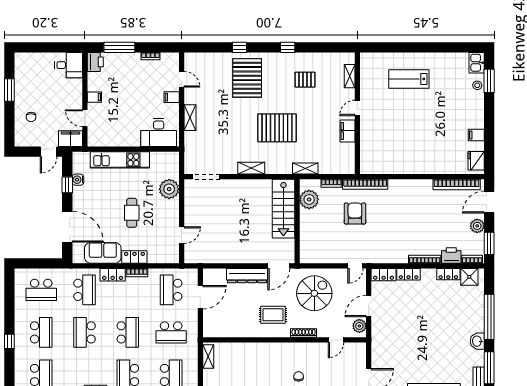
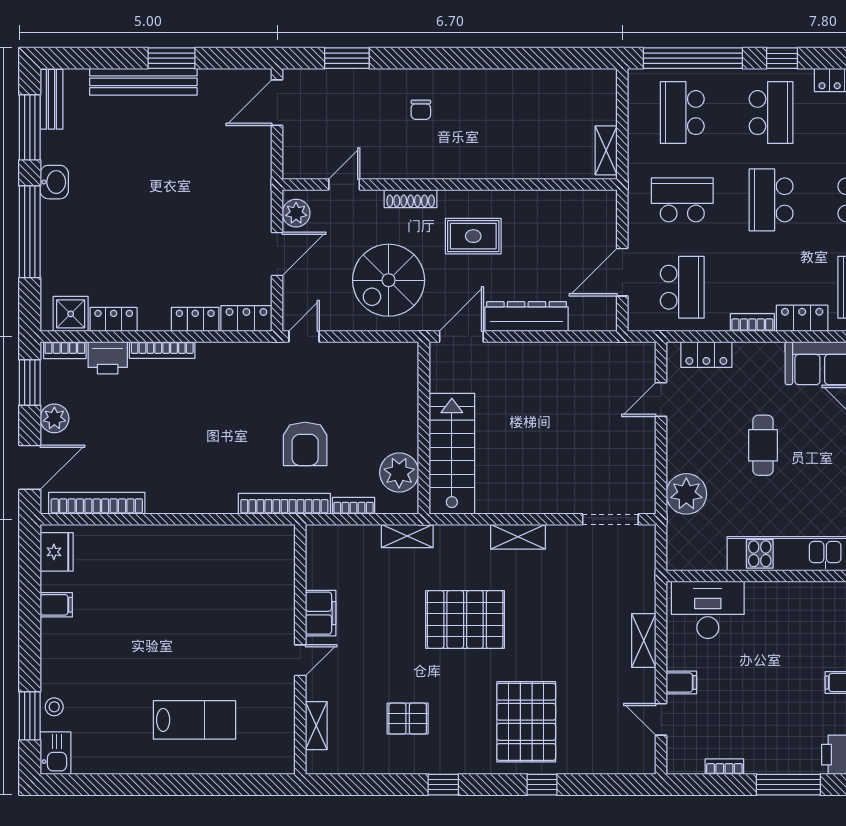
locker: (134, 257) -> (706, 354), moved

